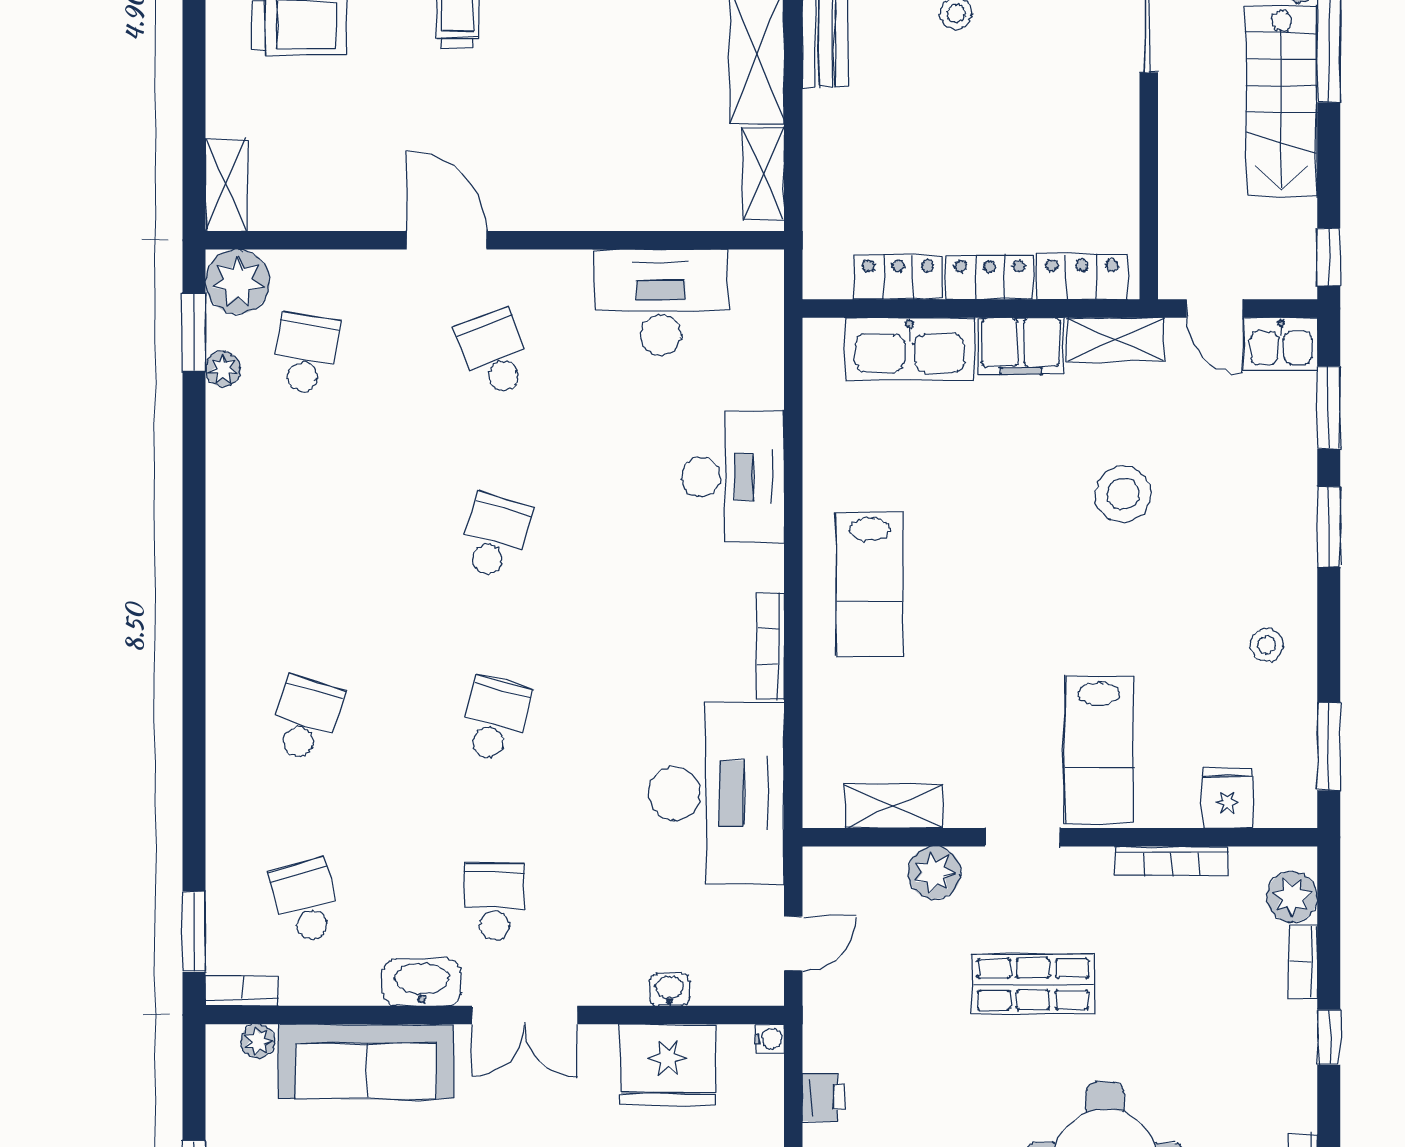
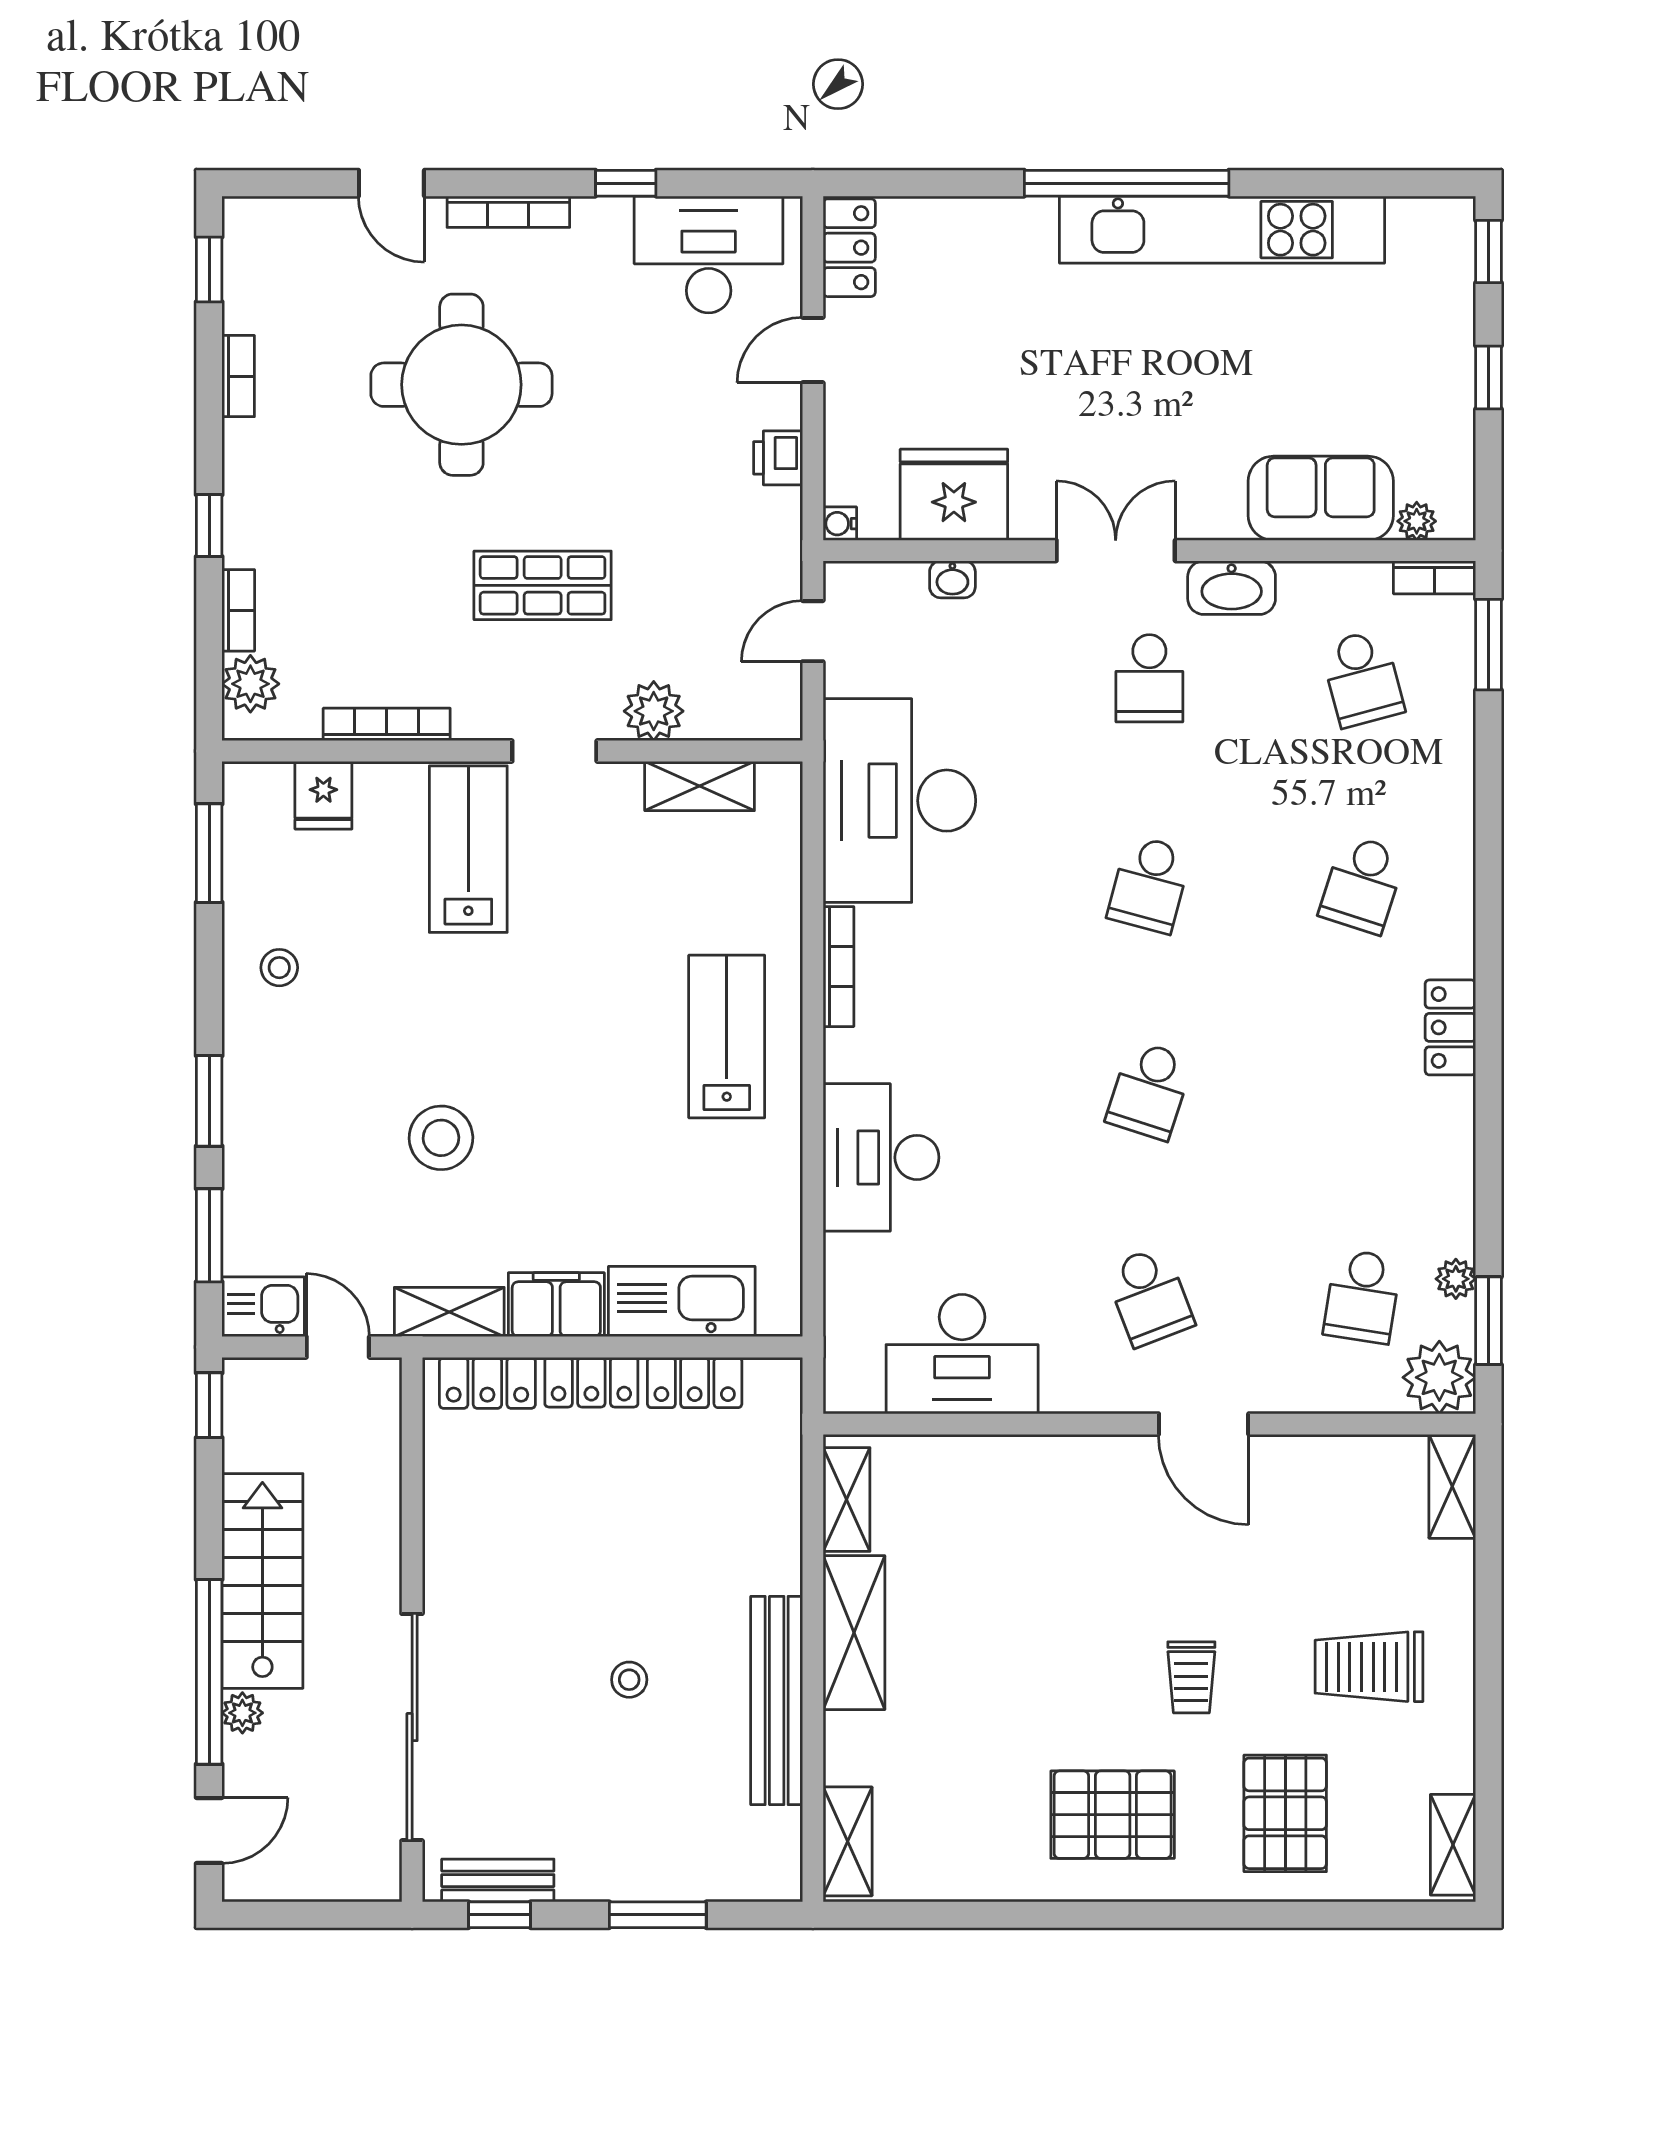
locker: (228, 592) -> (1450, 1027), added
sofa: (366, 1061) -> (1321, 498), width x0.73

